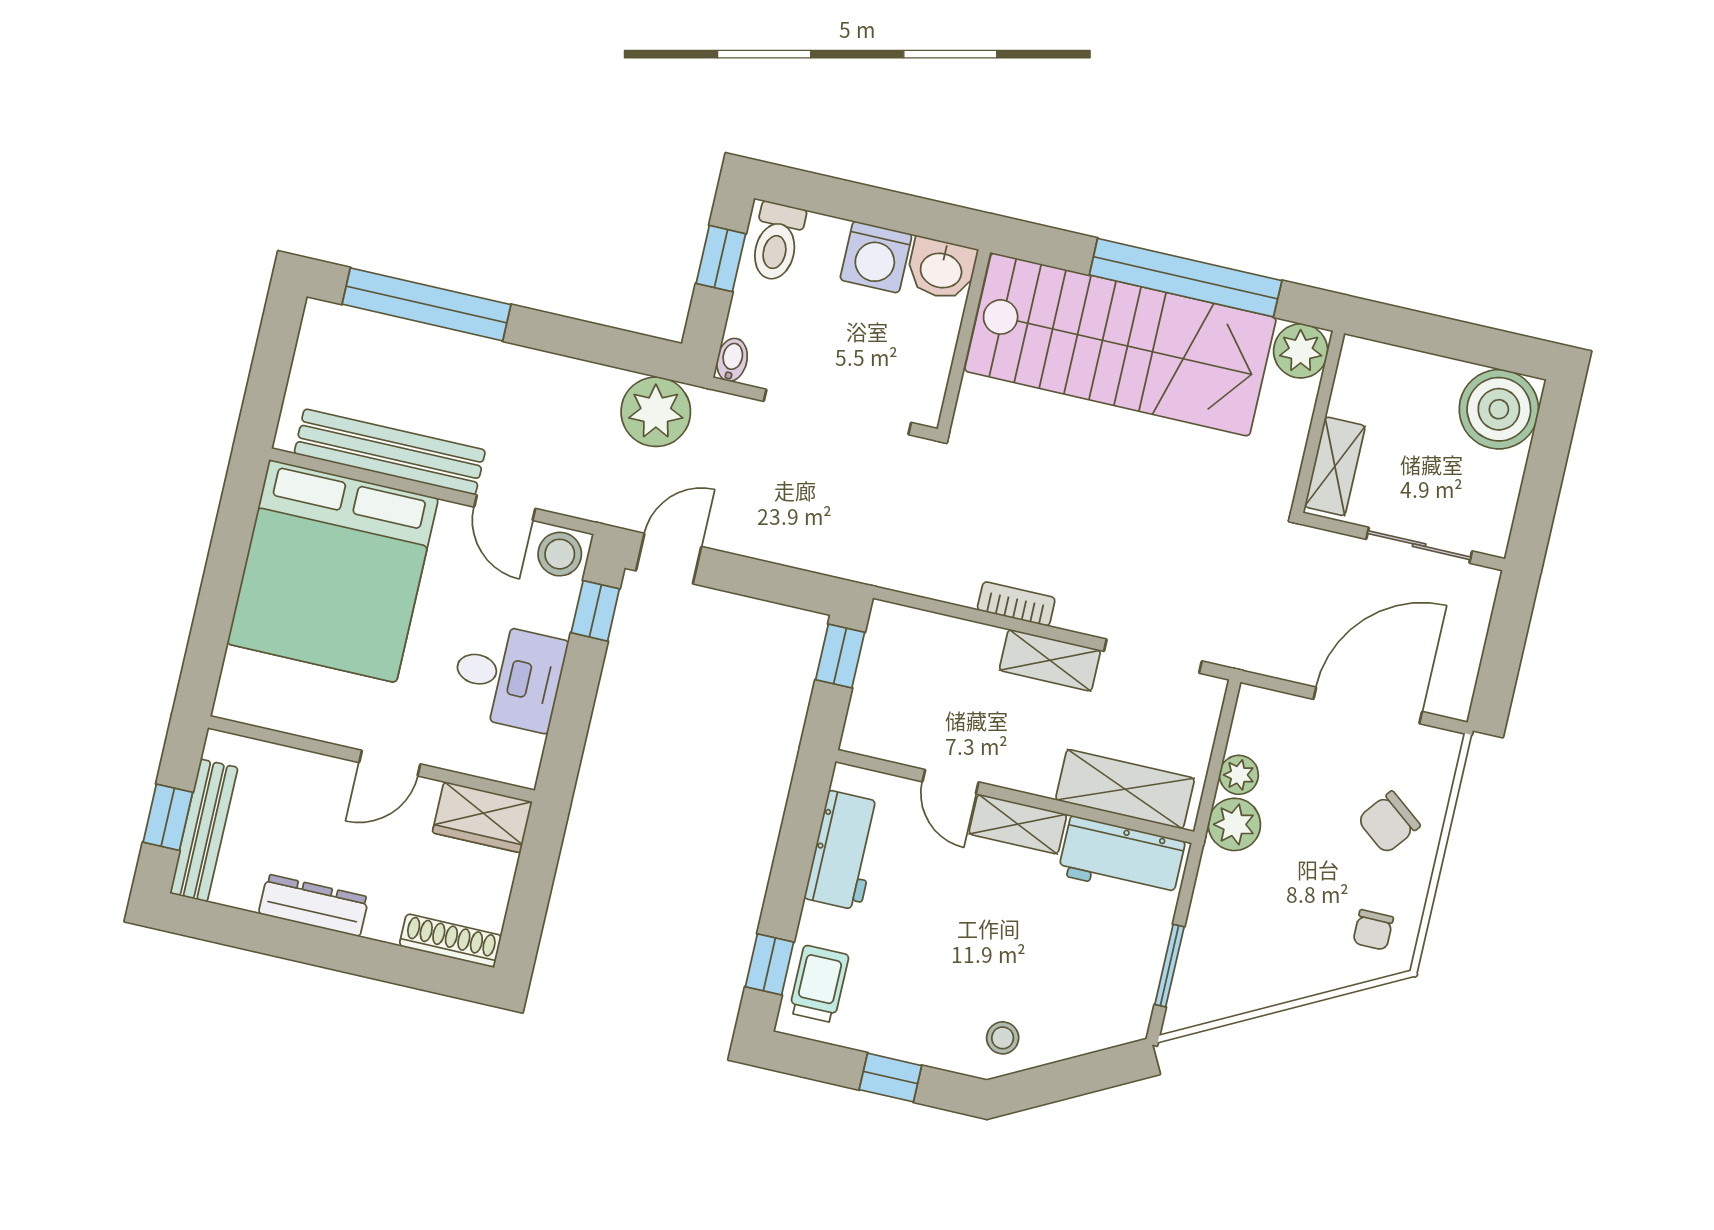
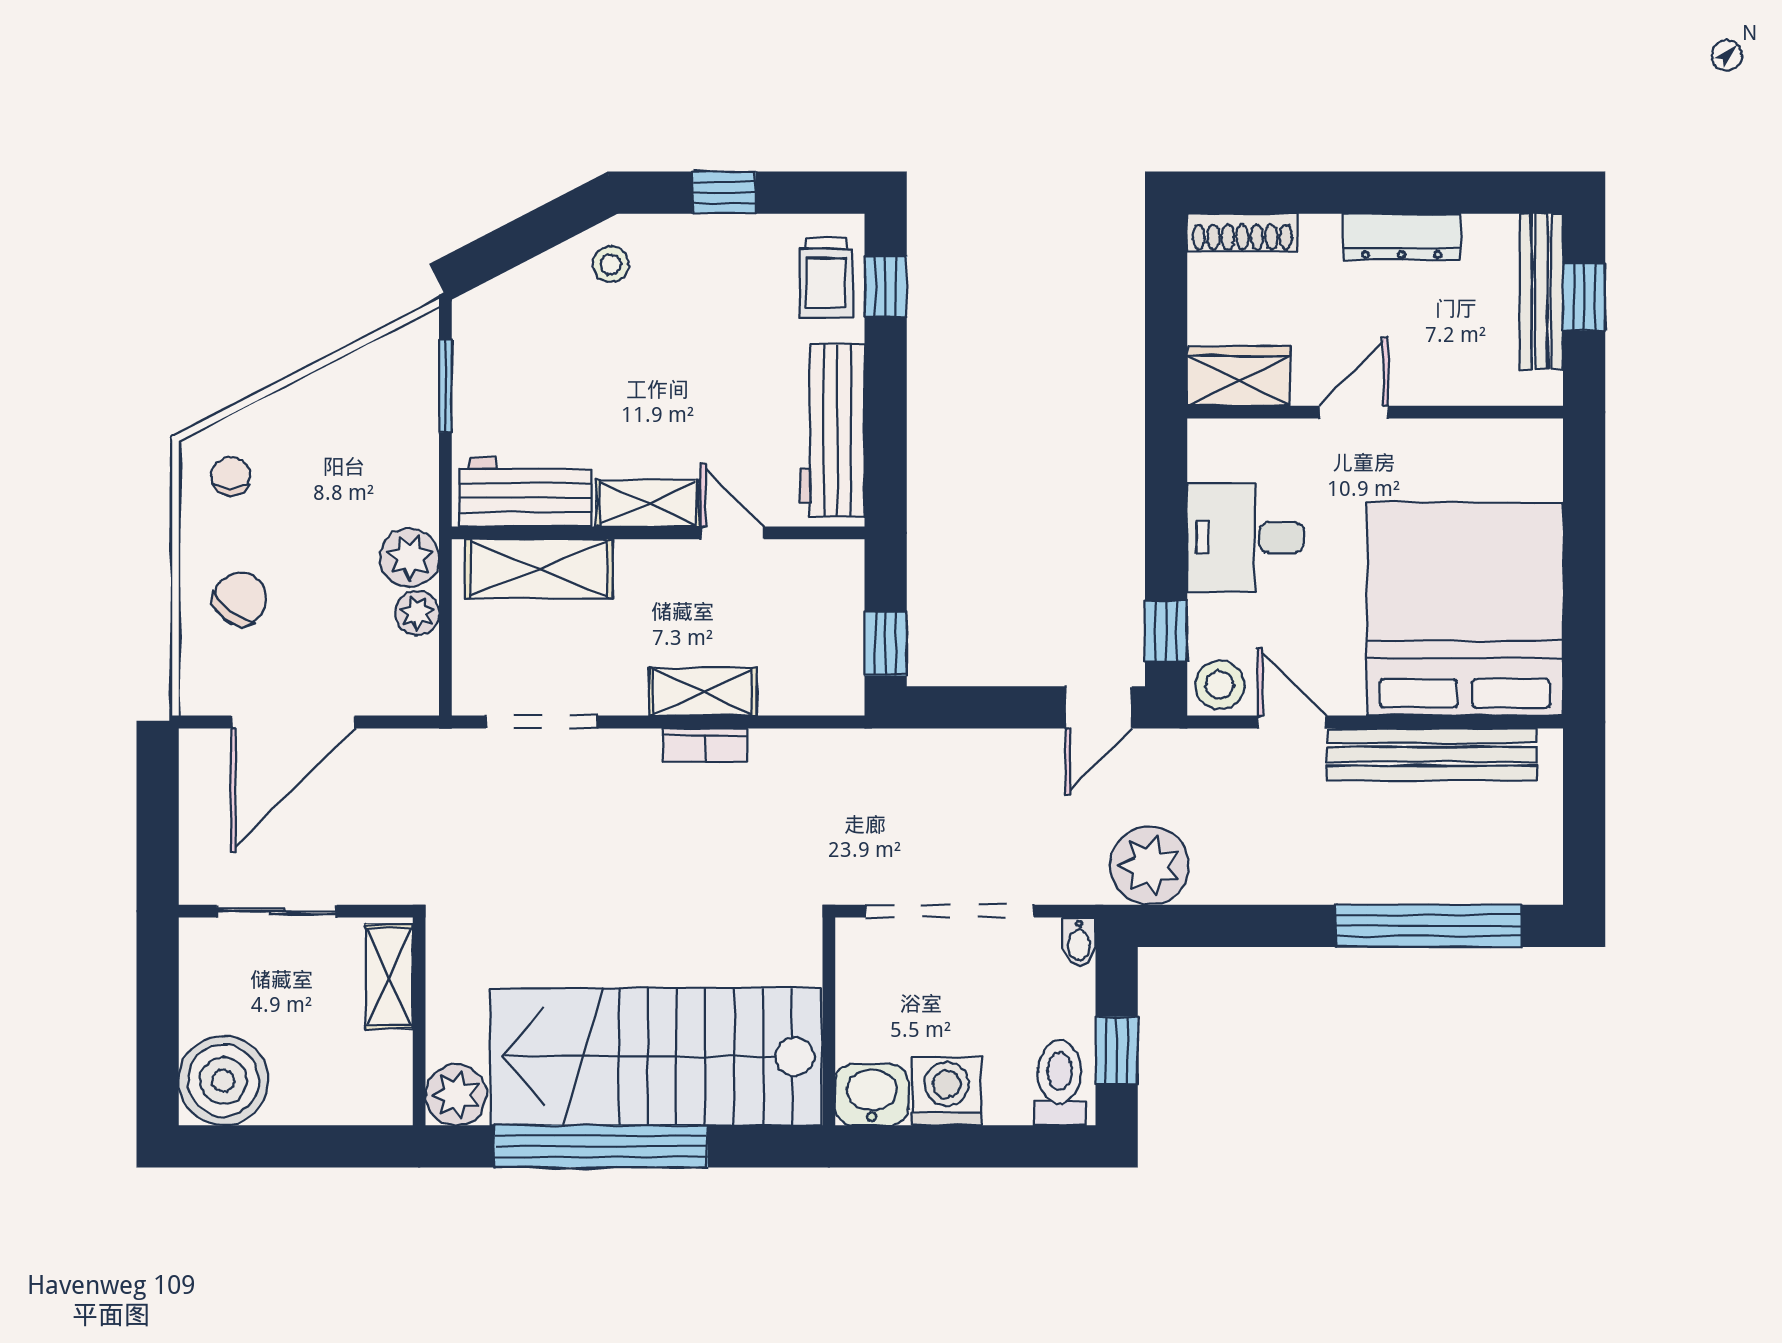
shelving: (1050, 660) -> (703, 692), moved
workbench: (844, 850) -> (832, 431), width x1.38

